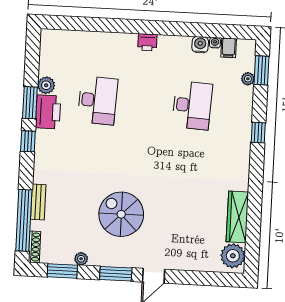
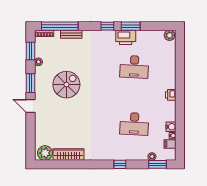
plant: (46, 85) -> (169, 35), moved

